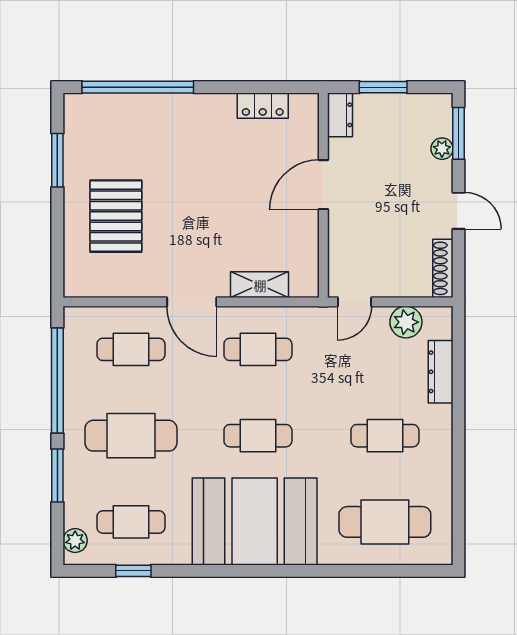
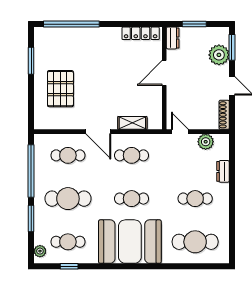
locker: (263, 106) -> (141, 33), width x1.53
plant: (442, 149) -> (219, 55), width x1.88, depth x1.88
door: (354, 302) -> (180, 132), swing flipped
dresser: (441, 372) -> (223, 171), width x0.70

